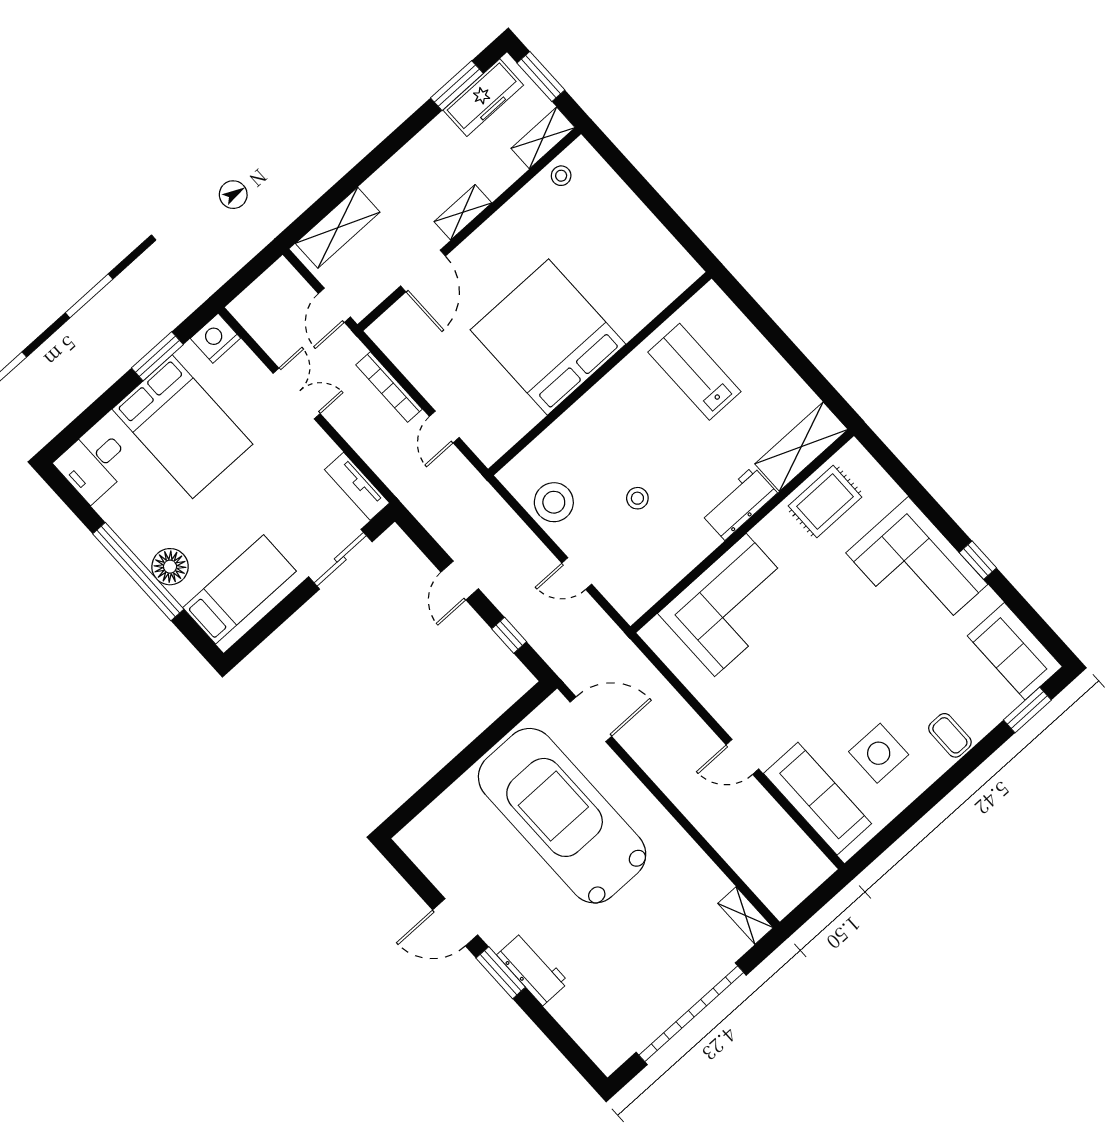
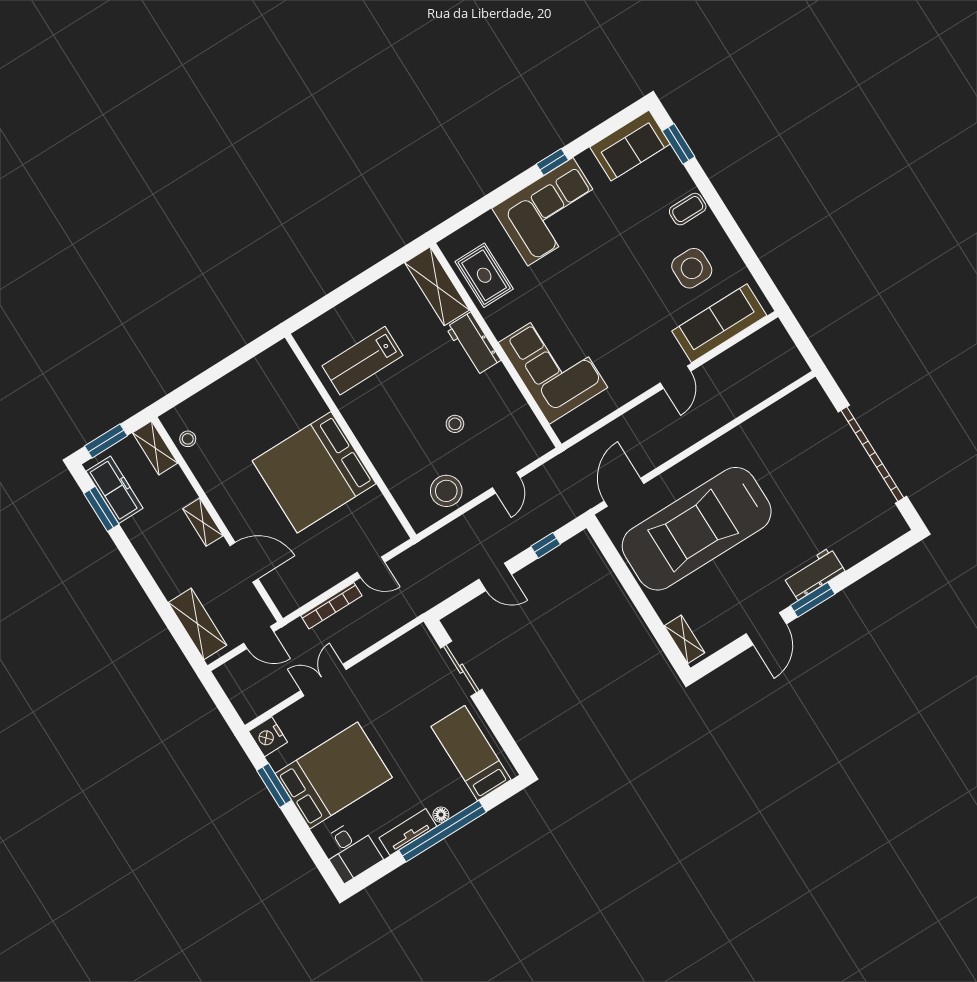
tv unit: (357, 486) -> (408, 832), moved, turned 180
floor lamp: (170, 567) -> (441, 815), width x0.53, depth x0.53
shelving: (746, 915) -> (684, 639), moved, turned 90

